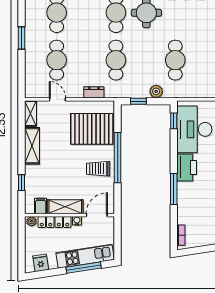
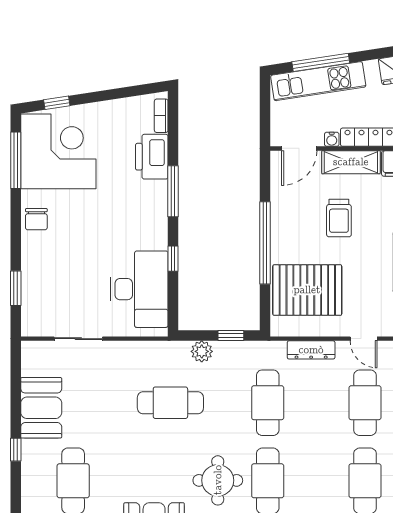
cafe table: (175, 60) -> (170, 403), turned 90
dresser: (94, 92) -> (311, 350), width x1.44
window: (174, 121) -> (173, 259), moved
printer: (187, 167) -> (152, 157), moved
trolley: (98, 169) -> (339, 218), moved, turned 90

